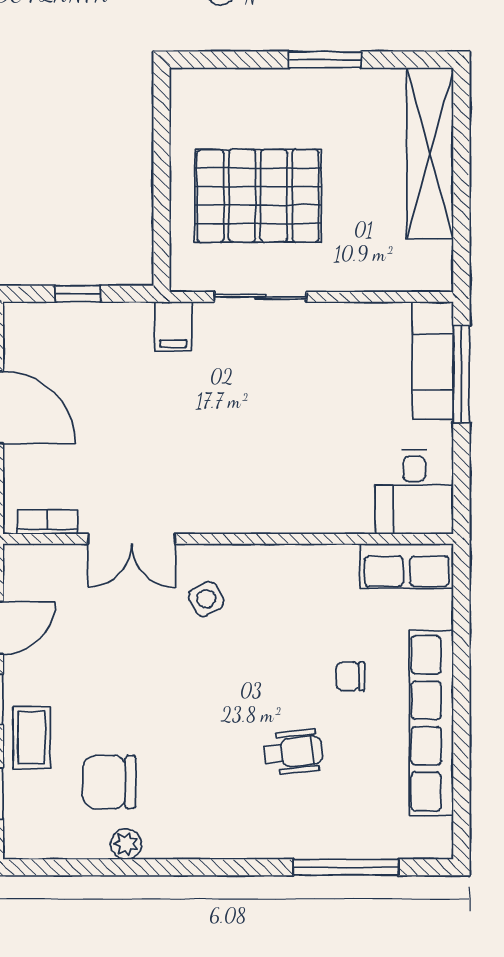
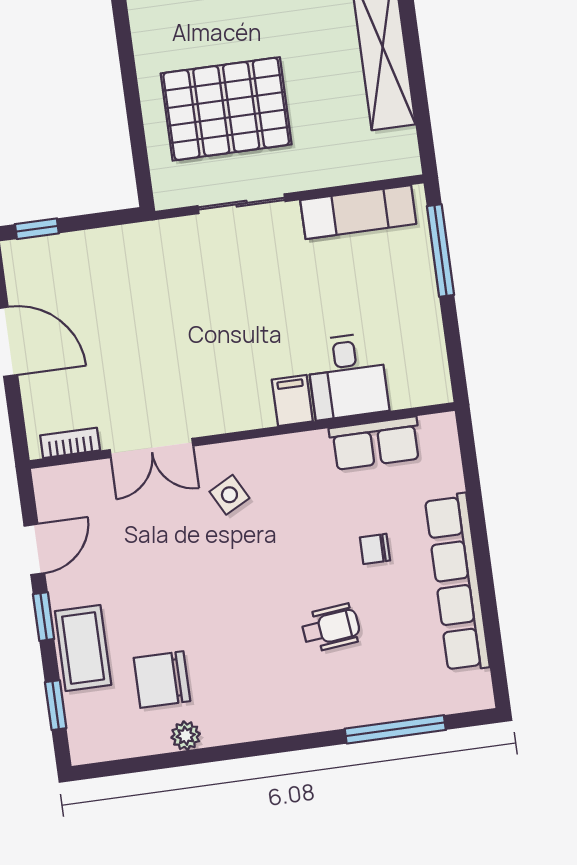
window: (78, 294) -> (37, 229), moved
filing cabinet: (173, 326) -> (292, 400), moved, turned 180
exam couch: (433, 361) -> (358, 212), moved, turned -90
desk: (414, 492) -> (347, 376), moved
row of seats: (407, 566) -> (375, 443), moved
coffee table: (32, 738) -> (83, 648), width x1.36, depth x1.30

